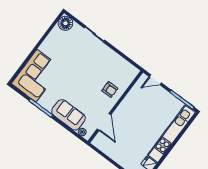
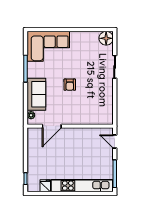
armchair: (110, 90) -> (70, 85), moved

